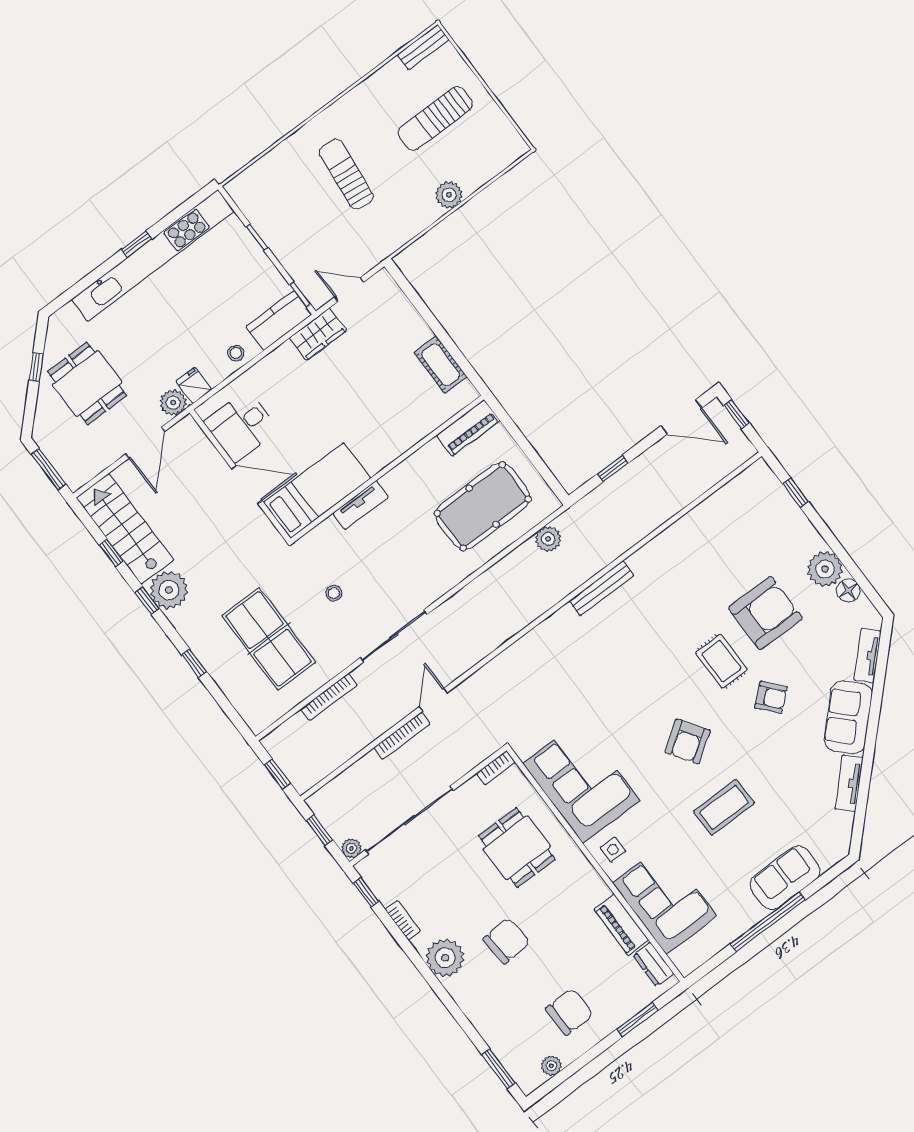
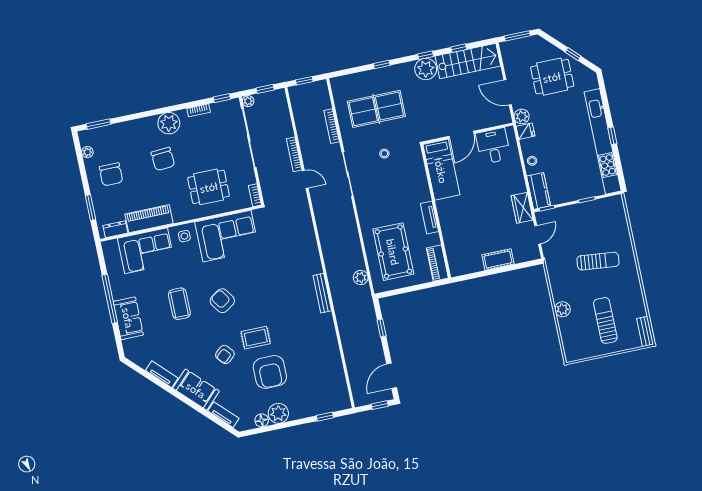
cot: (441, 365) -> (498, 259), moved
tv unit: (361, 505) -> (429, 217), moved
piano: (621, 925) -> (149, 219), width x1.37, depth x1.33

